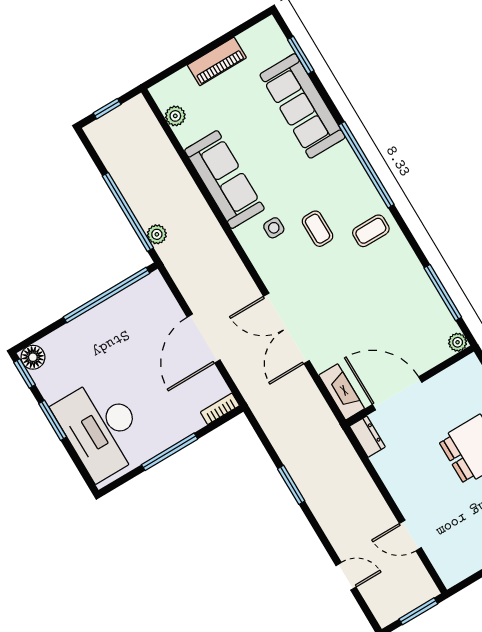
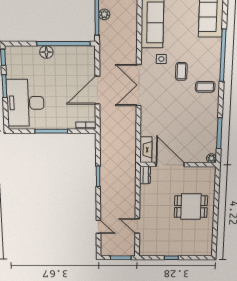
plant: (157, 234) -> (104, 14), moved
double door: (286, 328) -> (139, 85), moved
floor lamp: (33, 357) -> (46, 52), moved

